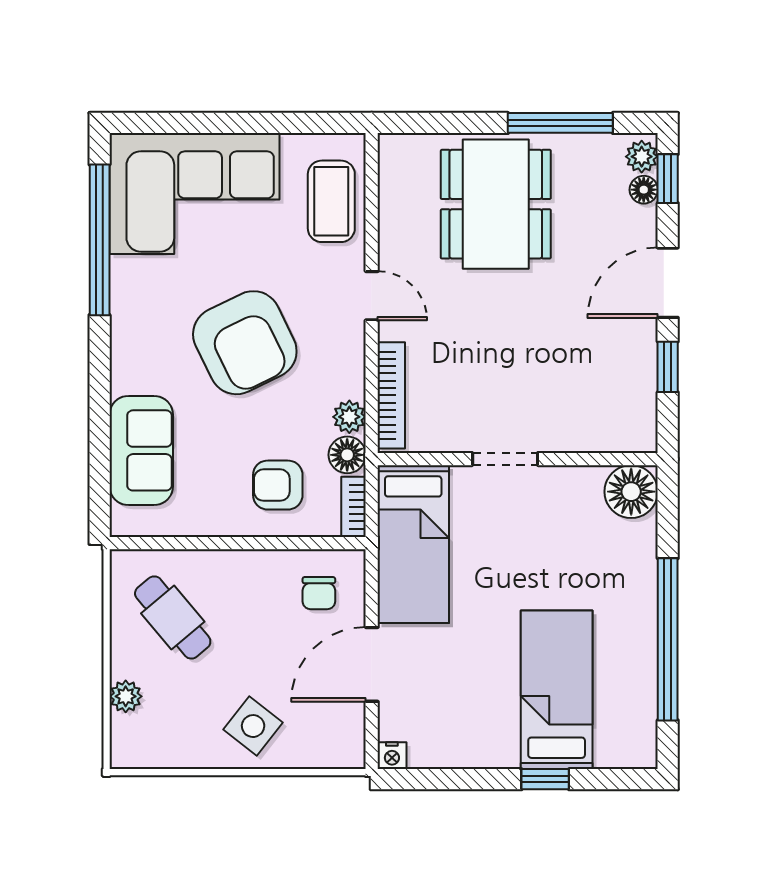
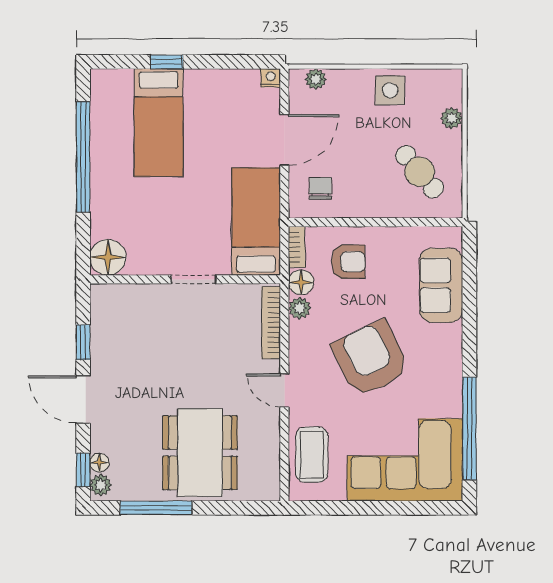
door: (668, 283) -> (83, 399), swing flipped
side table: (253, 726) -> (390, 90), moved, turned -38
plant: (326, 754) -> (316, 79), added

